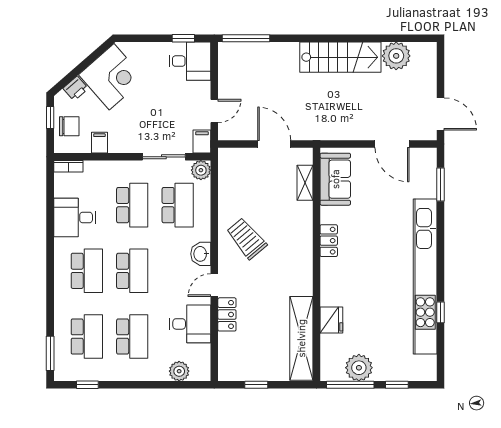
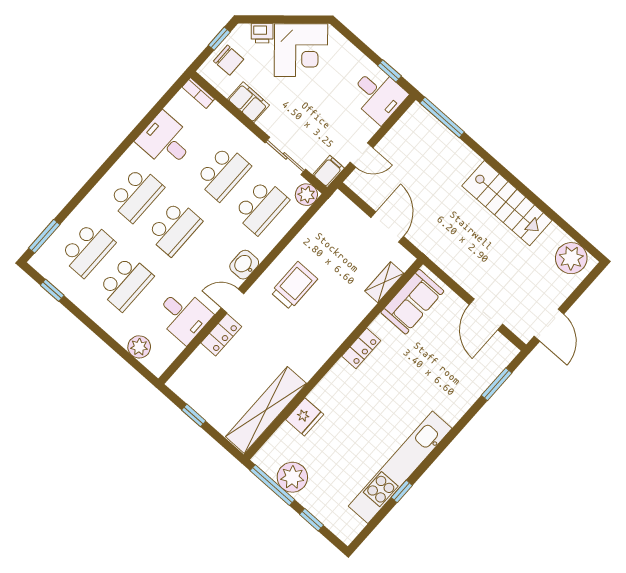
plant: (396, 56) -> (571, 258), moved
filing cabinet: (99, 143) -> (248, 102), width x2.00
trolley: (247, 238) -> (294, 286), turned 40
kitchen unit: (425, 277) -> (400, 467), width x0.73

